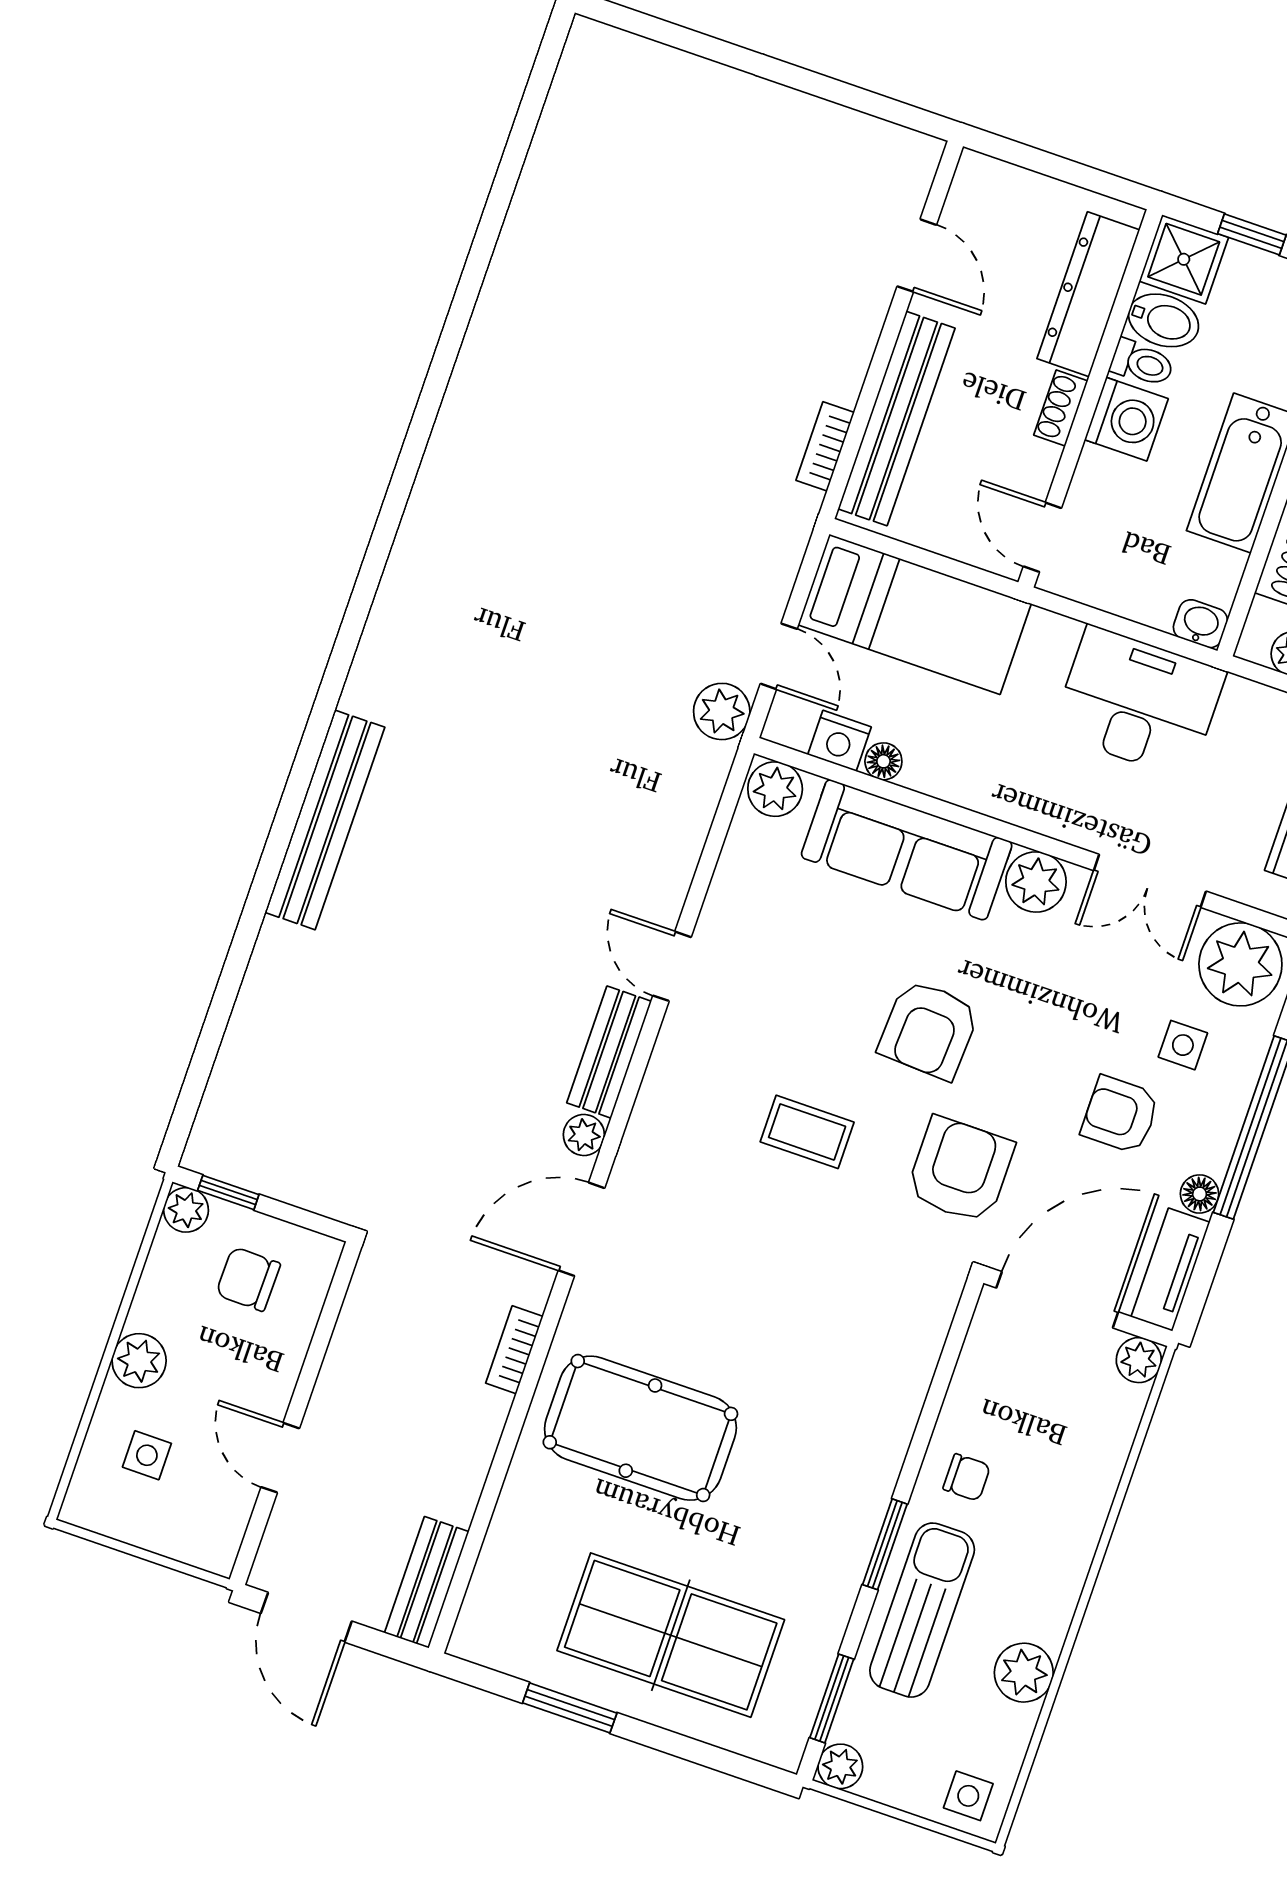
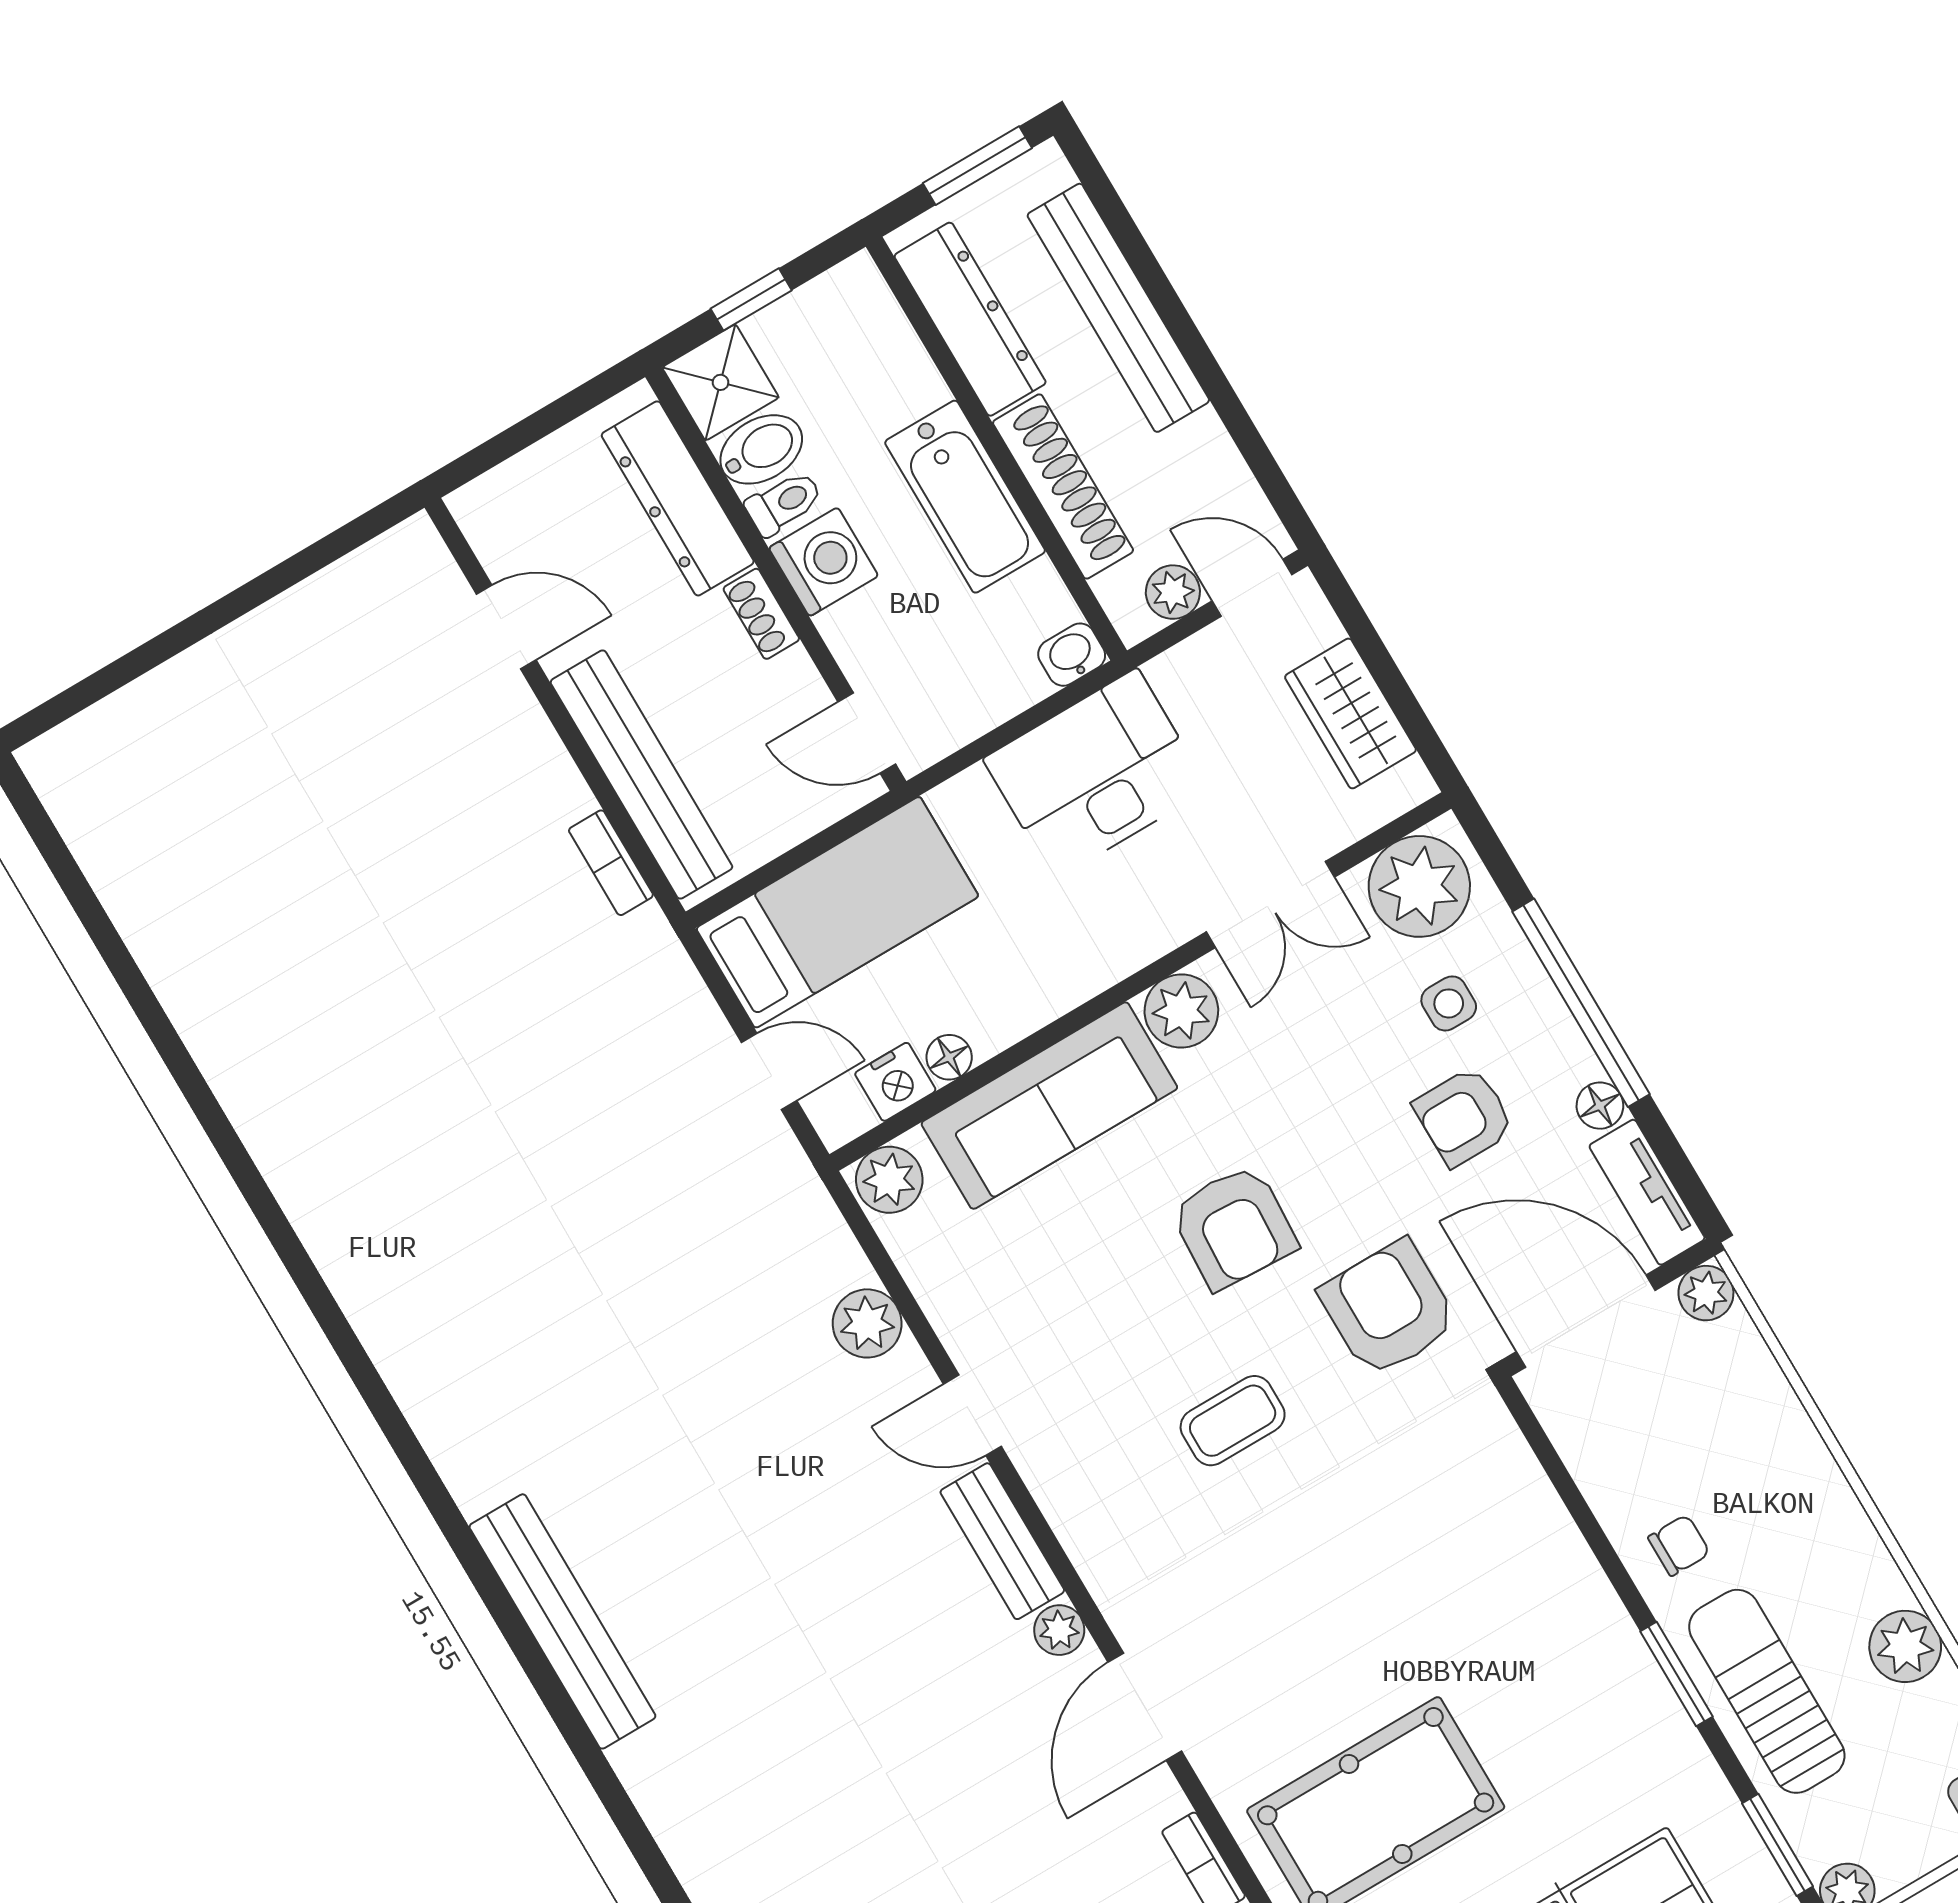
plant: (722, 711) -> (867, 1323), moved
door: (1057, 1300) -> (1586, 1321), hinge flipped

